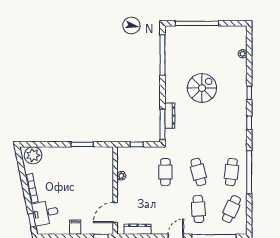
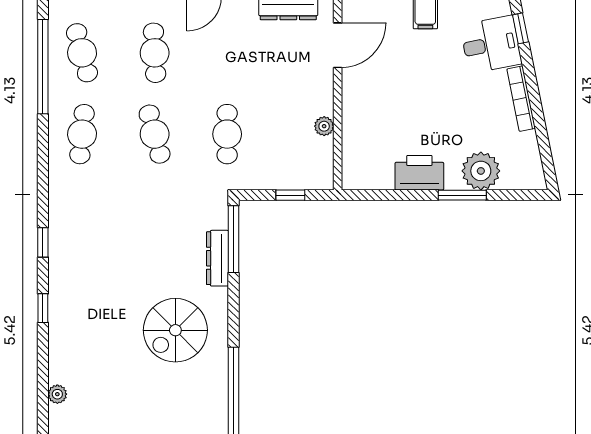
spiral stairs: (202, 88) -> (175, 330), moved
window: (82, 144) -> (462, 195), moved
plant: (33, 155) -> (481, 171), moved
printer: (78, 155) -> (419, 173), added
window: (249, 172) -> (43, 67), moved
cafe table: (231, 209) -> (82, 53), turned -39

